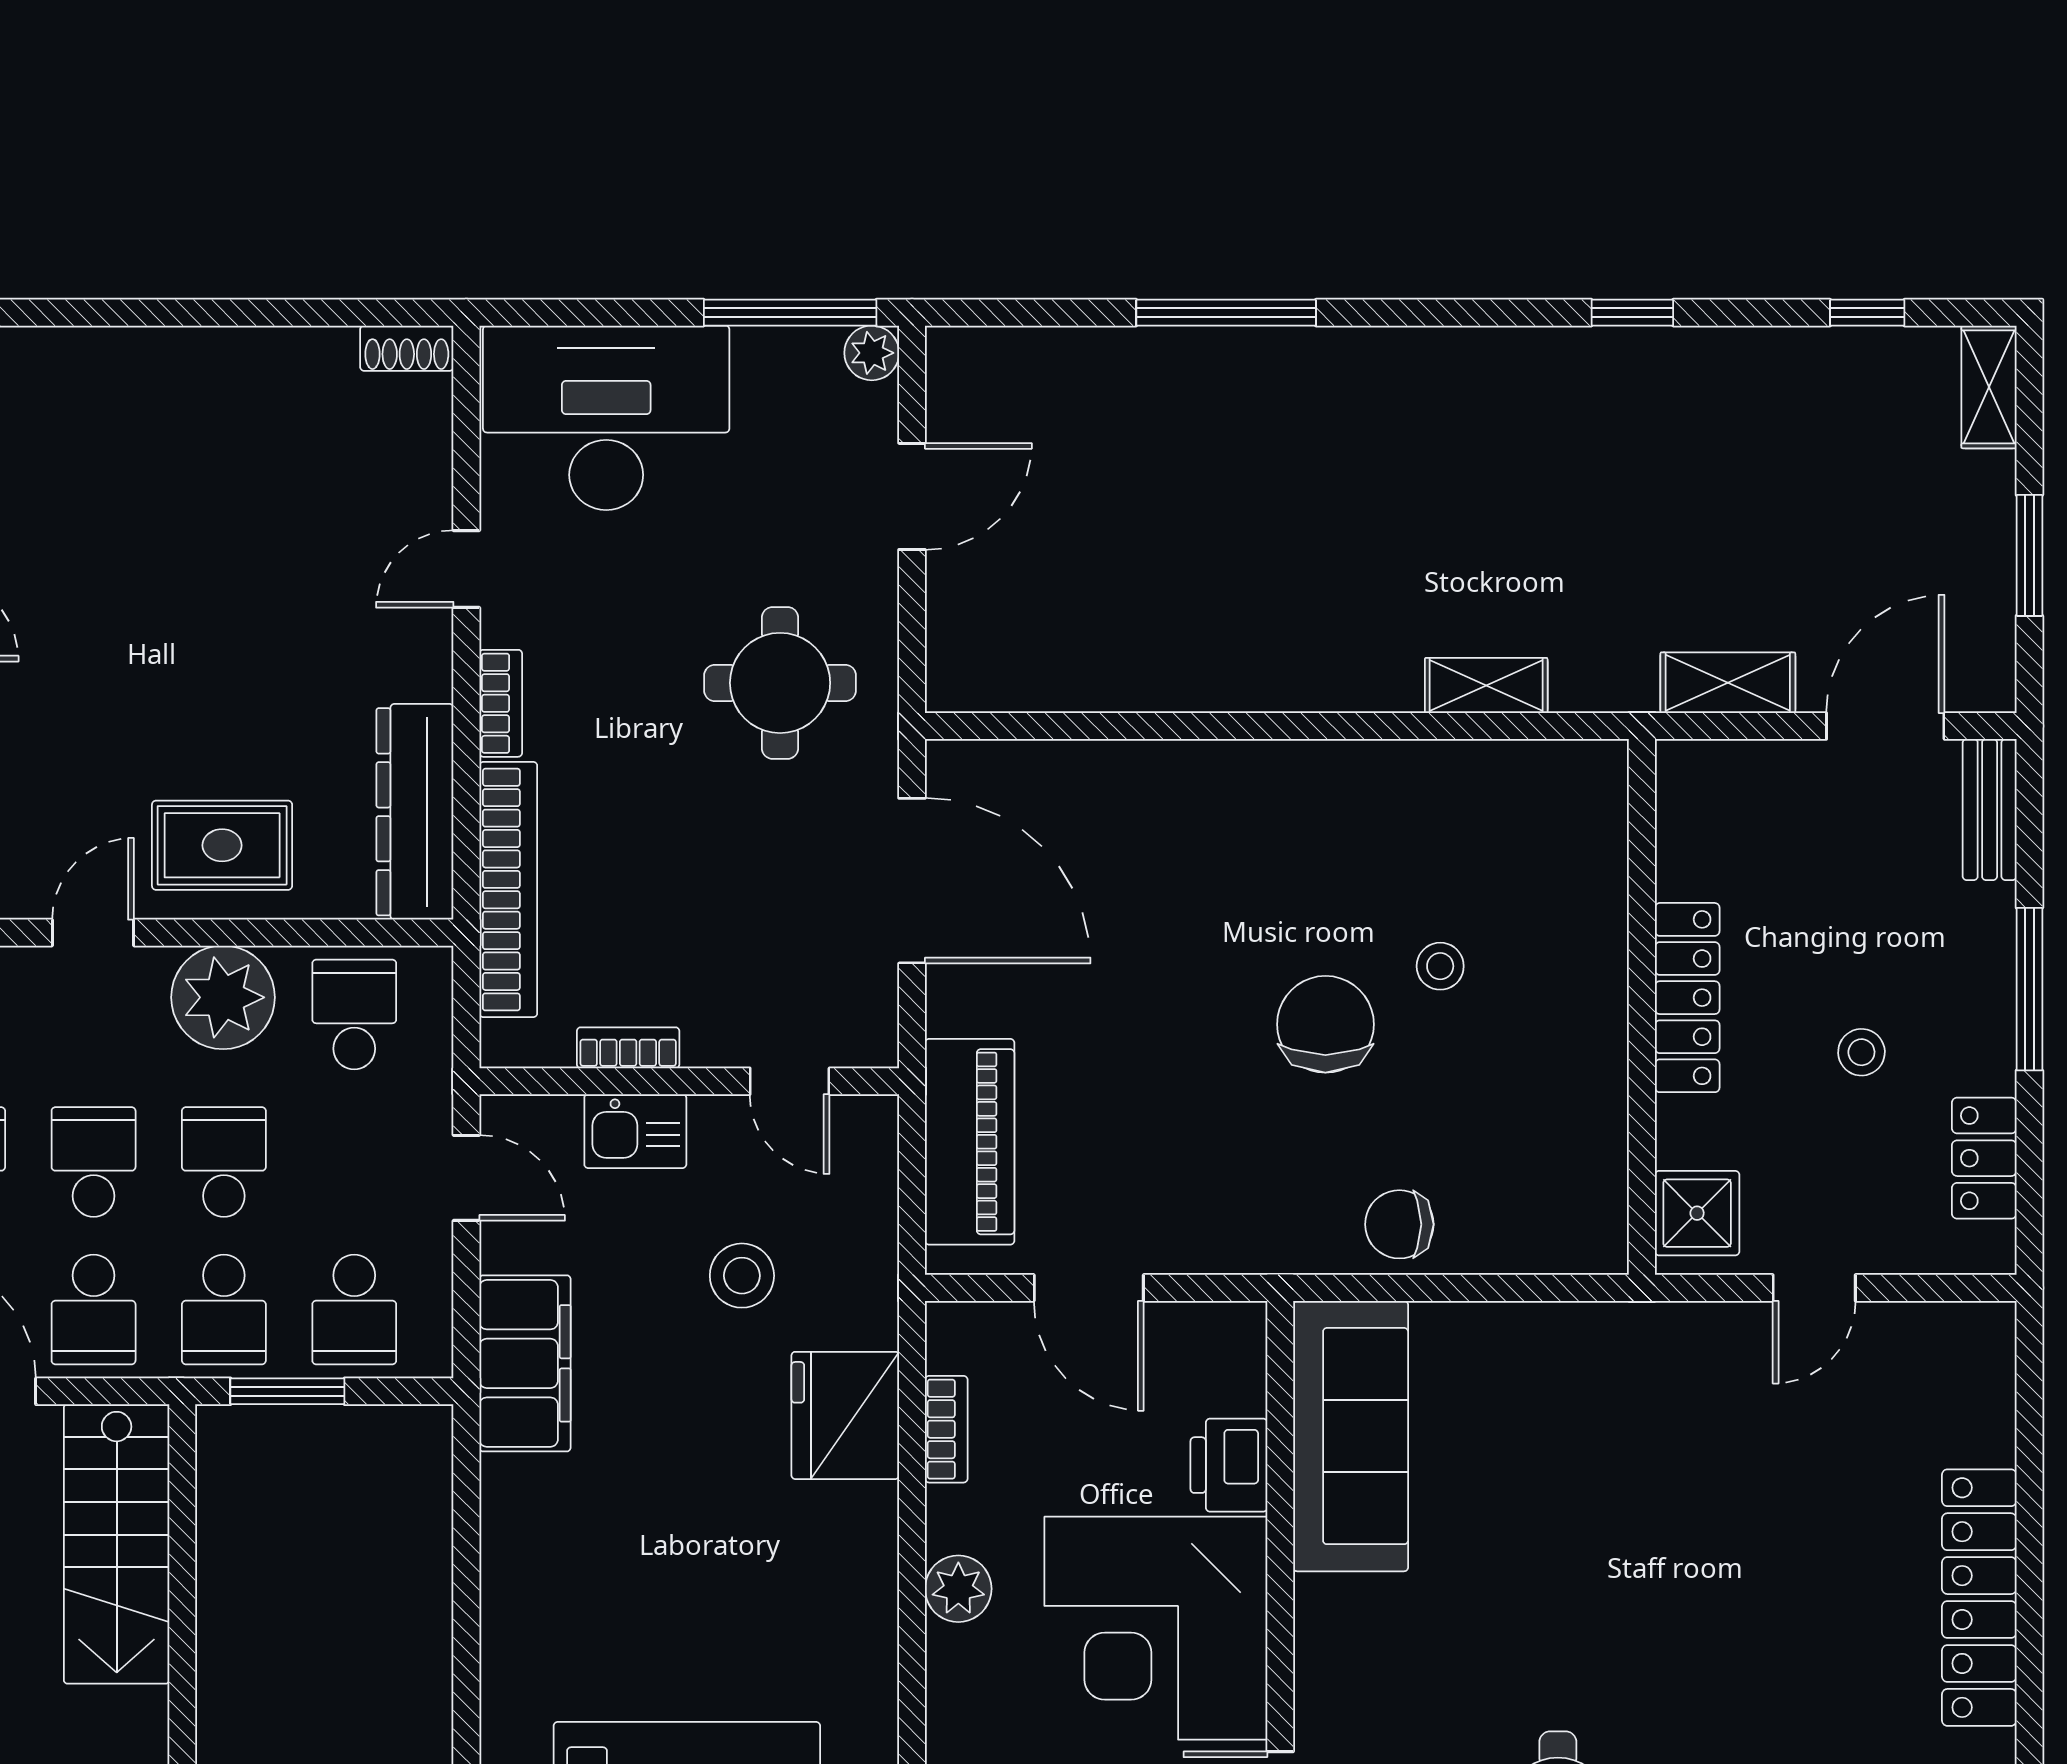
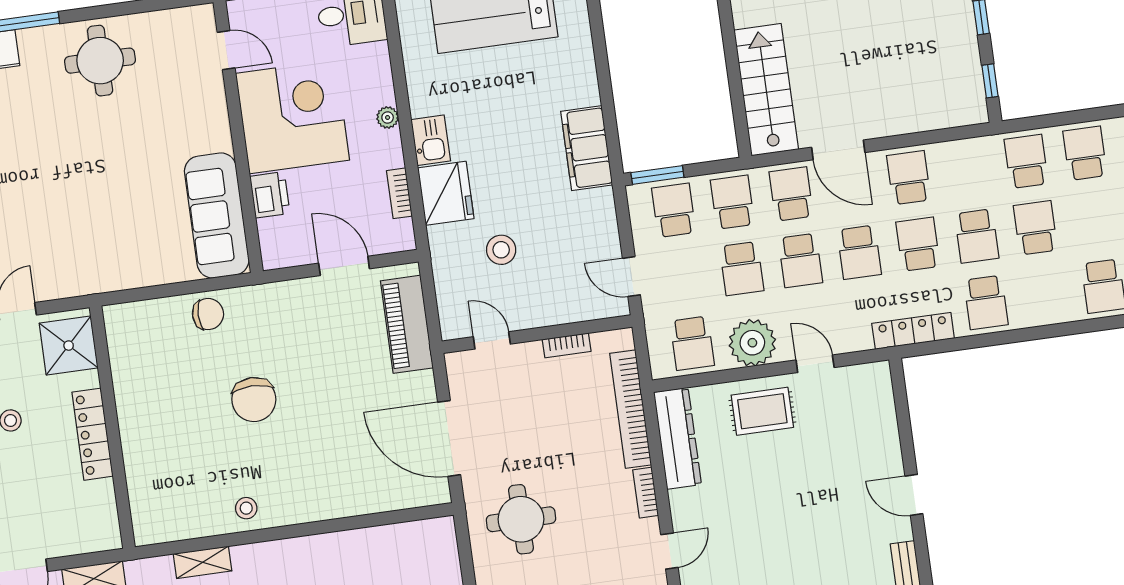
door: (93, 933) -> (815, 364), swing flipped
stool: (1440, 966) -> (246, 508), moved
kitchen sink: (635, 1131) -> (431, 140), moved, turned 90
shower: (1697, 1213) -> (69, 346), width x1.36, depth x1.36
filing cabinet: (525, 1363) -> (587, 148), moved
window: (287, 1391) -> (657, 175), moved
plant: (958, 1589) -> (388, 117), width x0.73, depth x0.73

